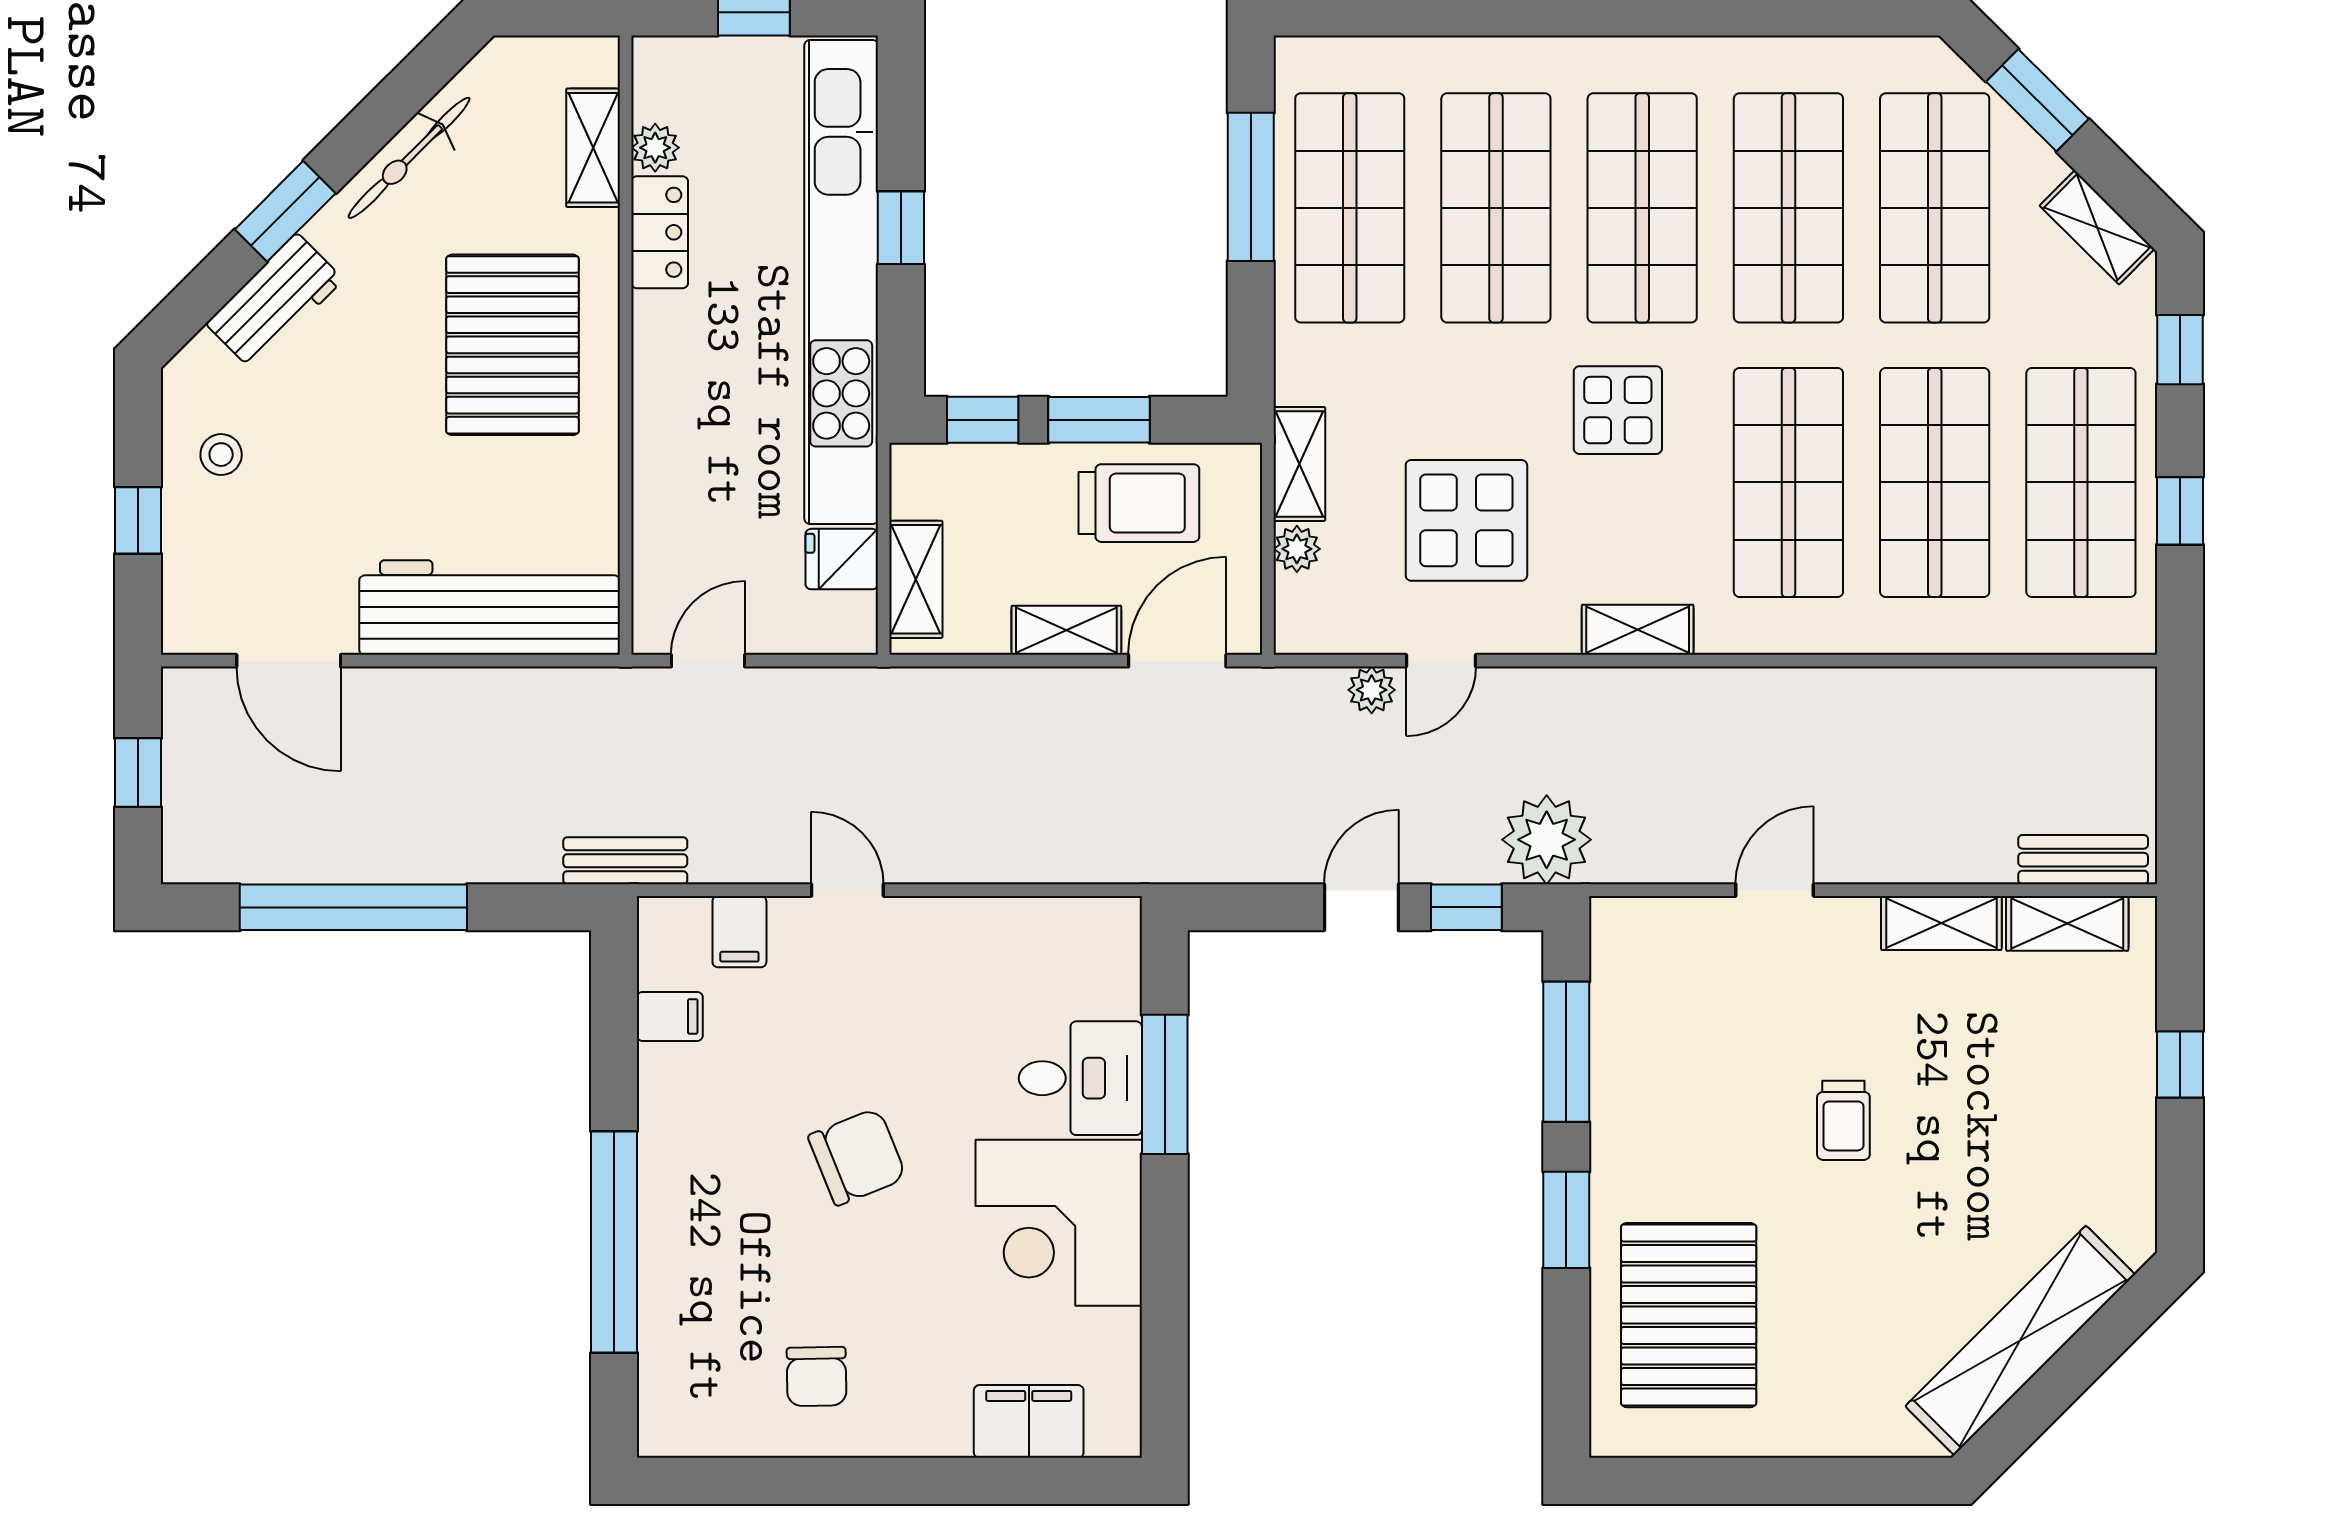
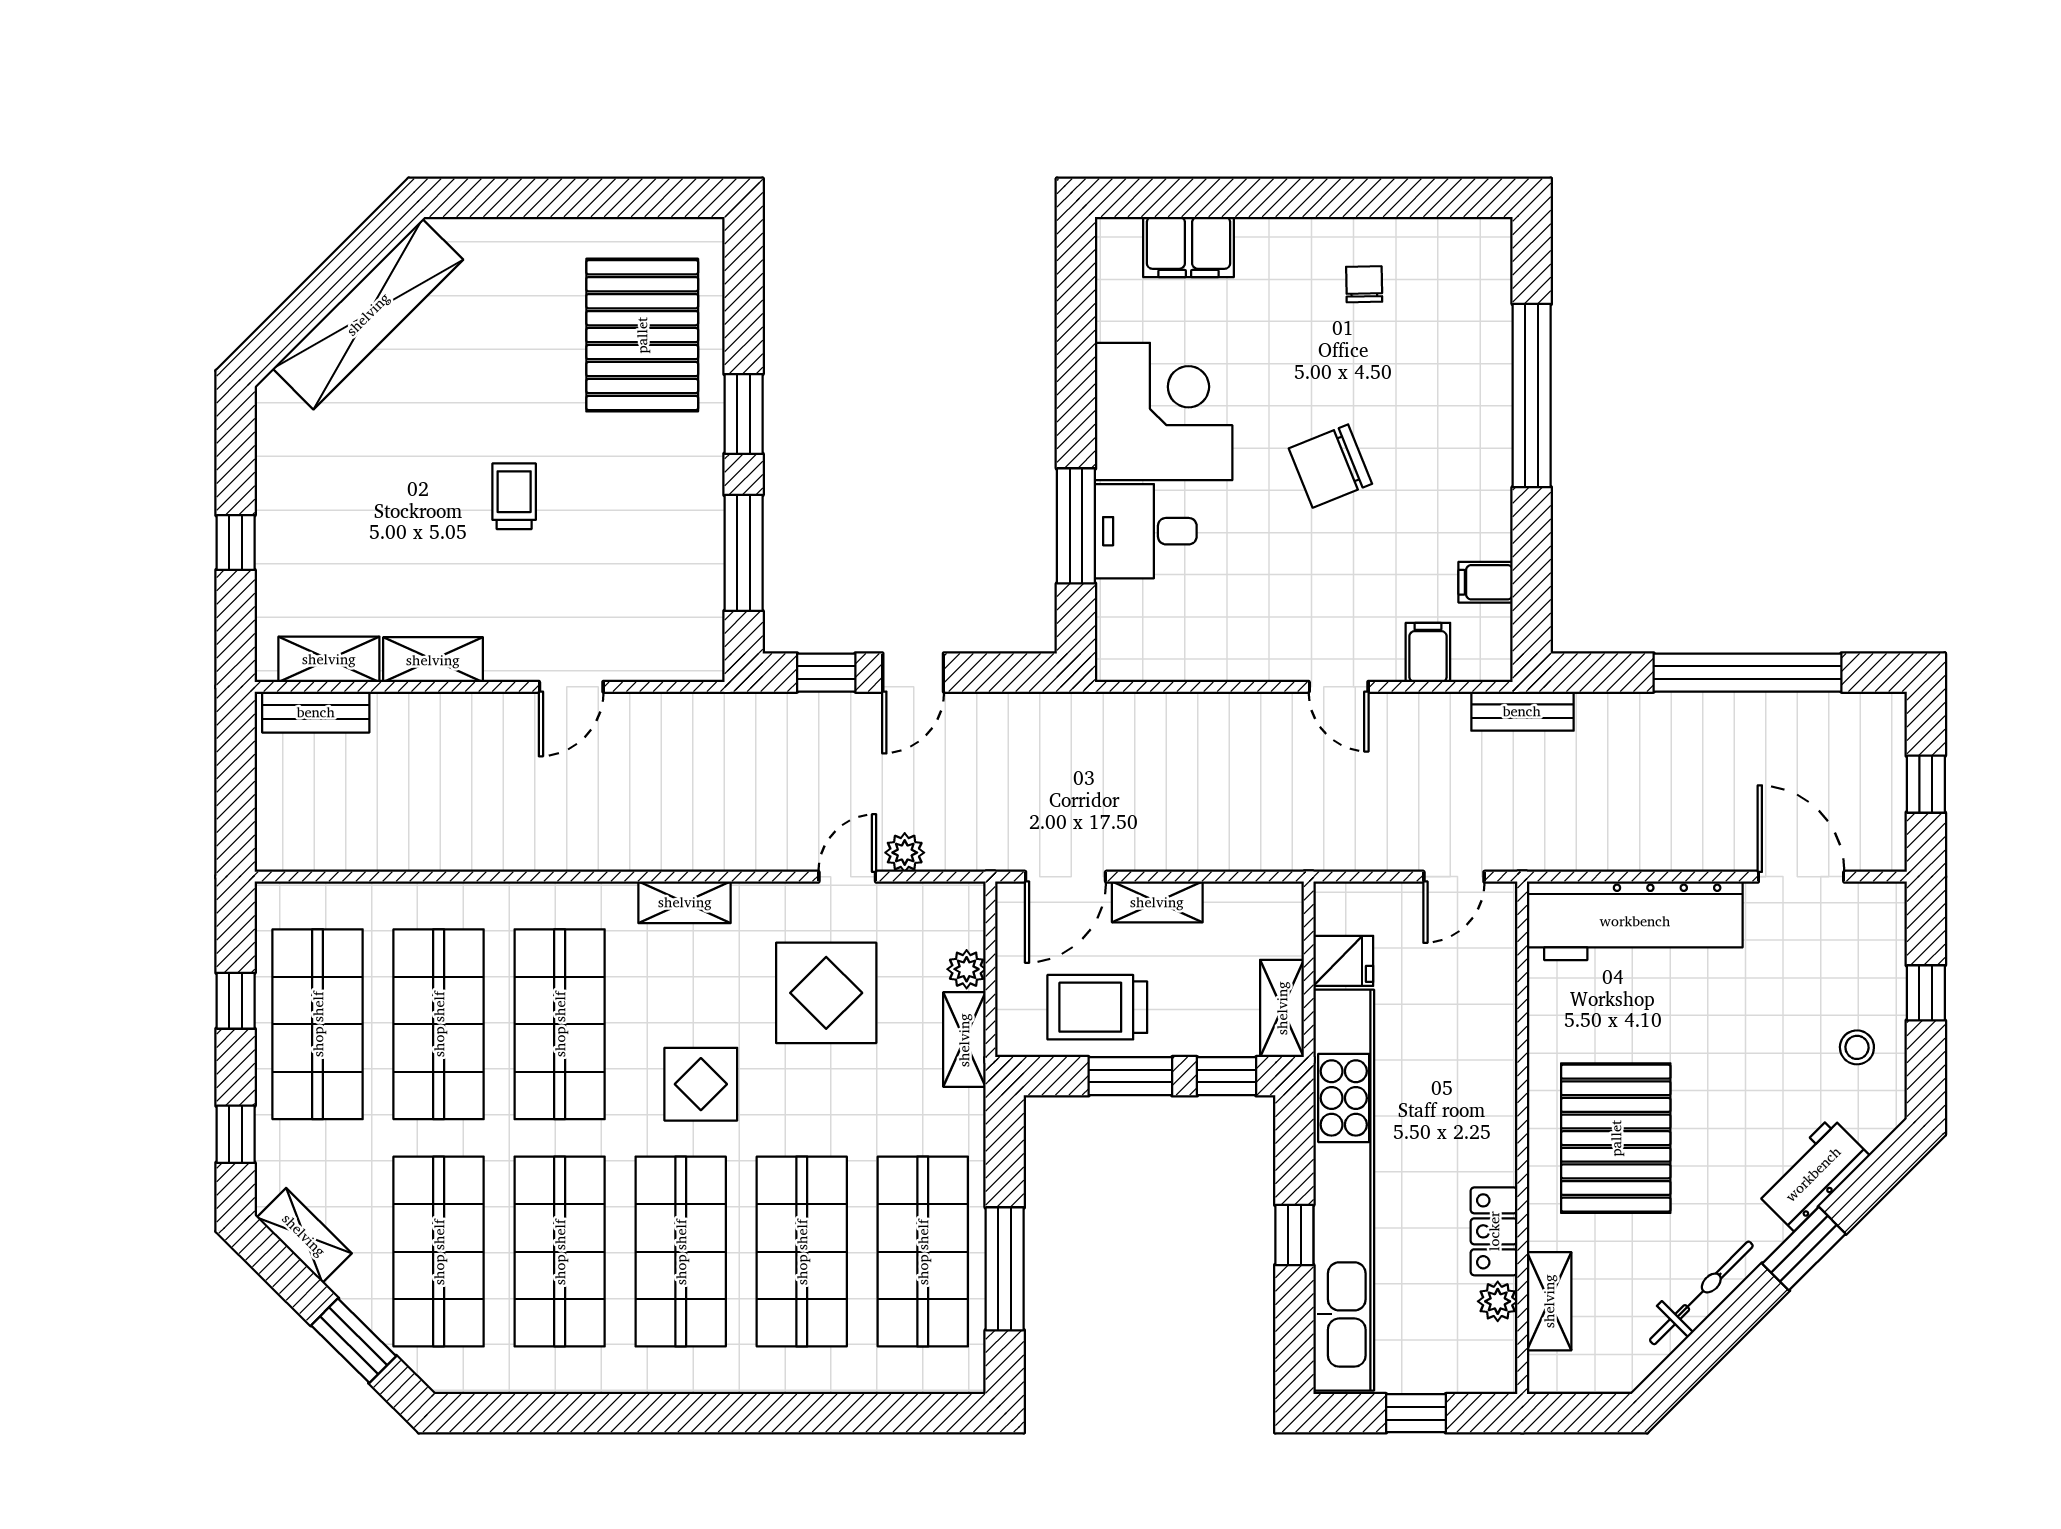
shelving: (916, 579) -> (1282, 1008), moved
plant: (1547, 840) -> (760, 729), removed
chair: (817, 1376) -> (1364, 284), width x0.73, depth x0.73

